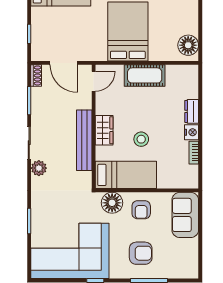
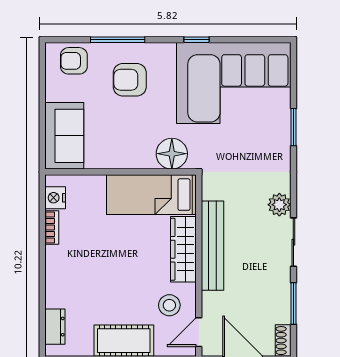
dresser: (192, 111) -> (55, 327), moved
wardrobe: (104, 130) -> (183, 249), width x1.50
nightstand: (191, 132) -> (55, 198), moved
stool: (141, 139) -> (169, 305), moved
armchair: (141, 210) -> (74, 61), moved, turned -90

